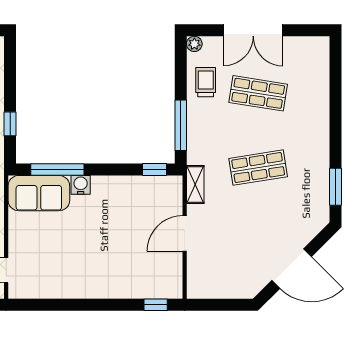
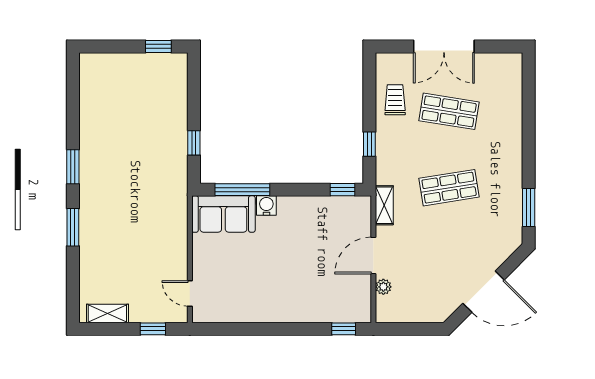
plant: (194, 44) -> (383, 287), moved
window: (181, 125) -> (369, 144), width x0.46

